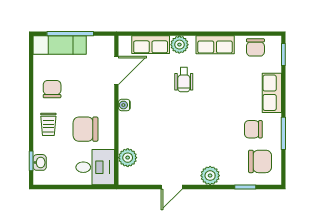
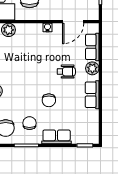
chair: (255, 47) -> (49, 100), moved, turned -90
door: (116, 70) -> (73, 22), hinge flipped
wheelchair: (184, 80) -> (66, 72), turned 180

